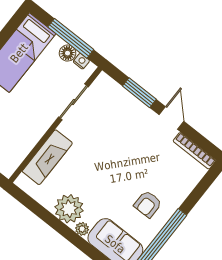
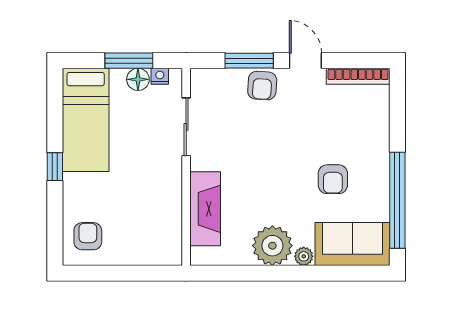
window: (71, 38) -> (129, 61), width x0.69
armchair: (136, 113) -> (262, 86), added
armchair: (148, 204) -> (333, 179), moved

